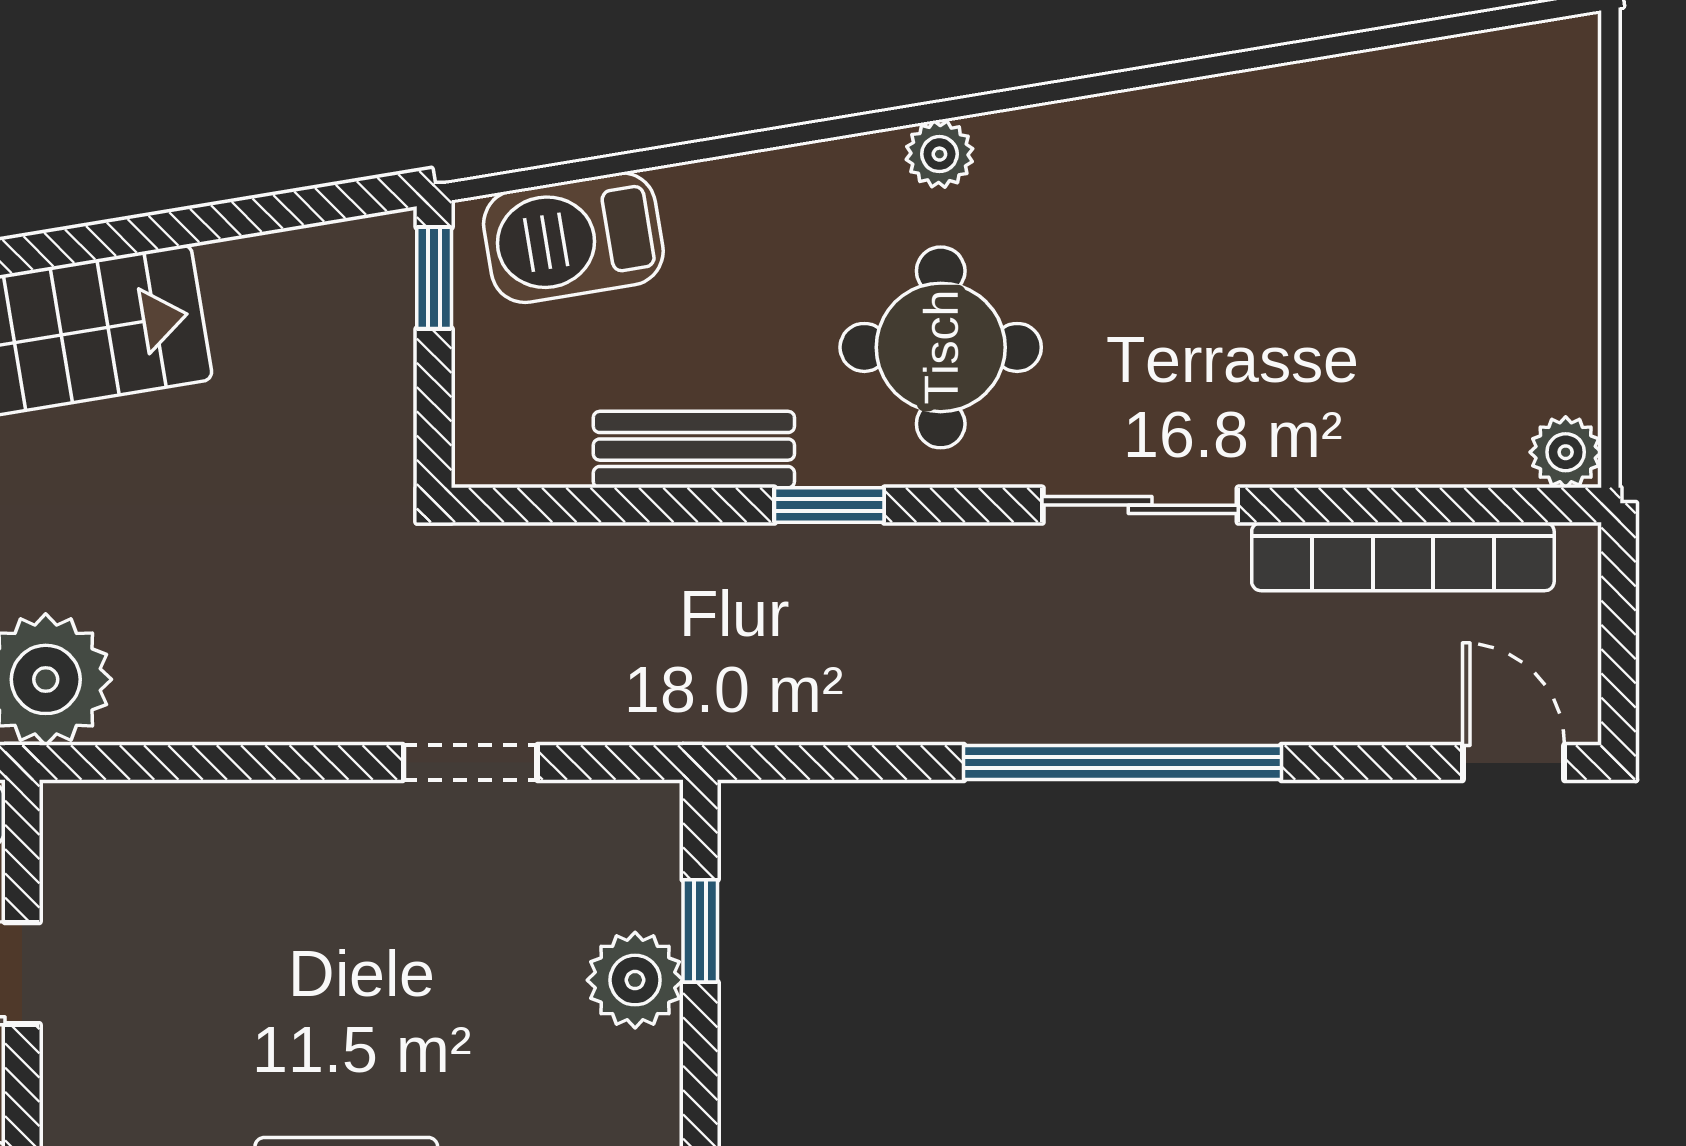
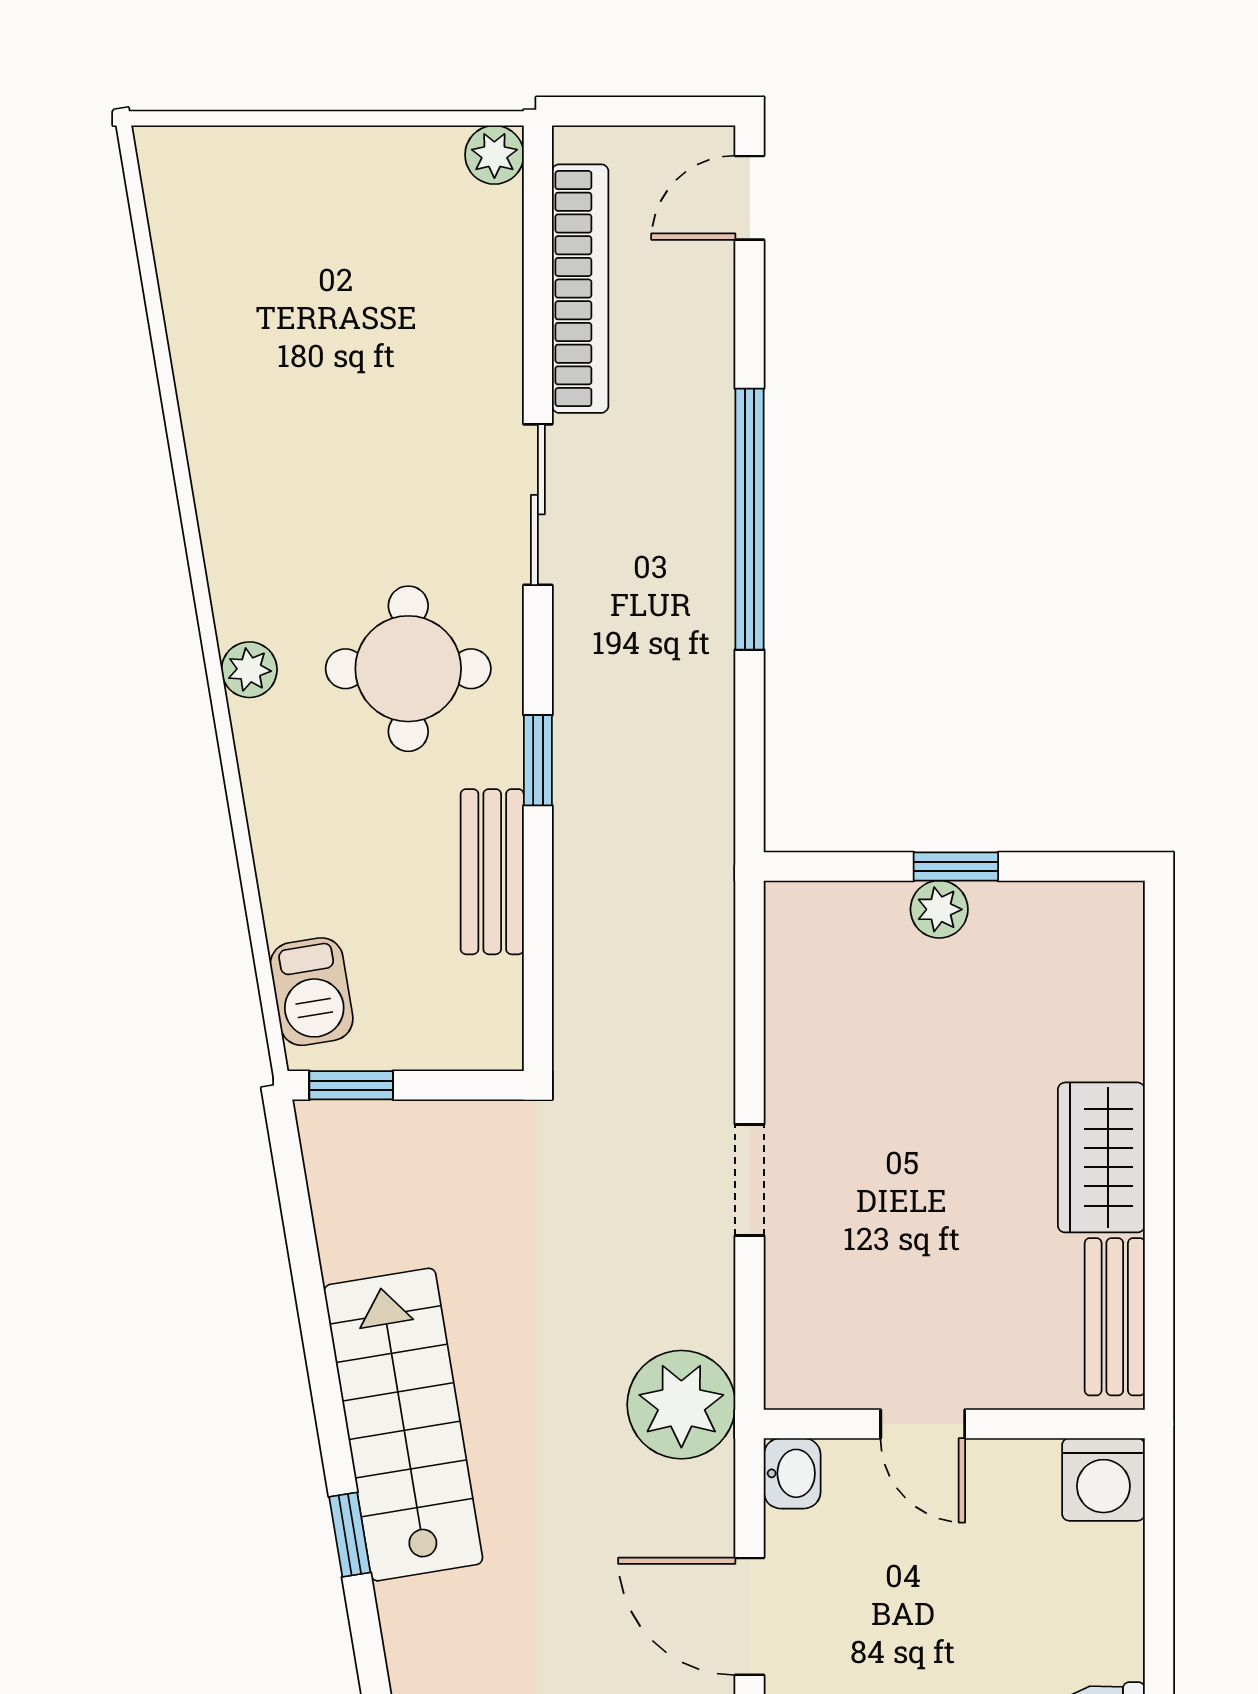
barbecue: (573, 238) -> (312, 992), width x0.73, depth x0.79
doorway: (470, 763) -> (750, 1180), moved
window: (700, 931) -> (956, 866), moved
plant: (635, 980) -> (939, 909), width x0.73, depth x0.73

